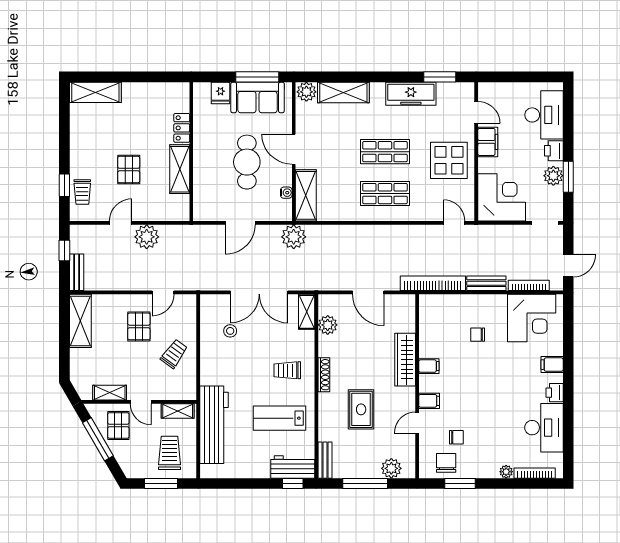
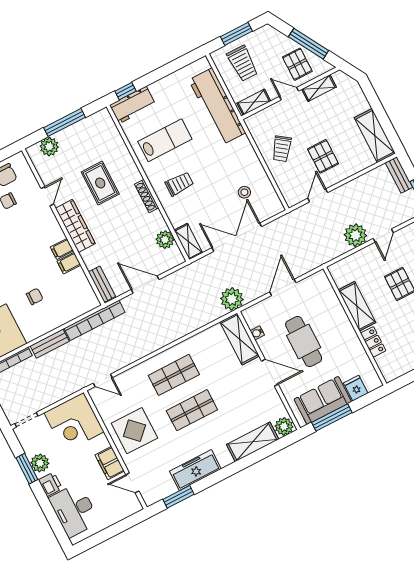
wardrobe: (405, 360) -> (75, 226), moved
filing cabinet: (429, 401) -> (69, 263), moved
bench: (325, 460) -> (102, 284), moved

